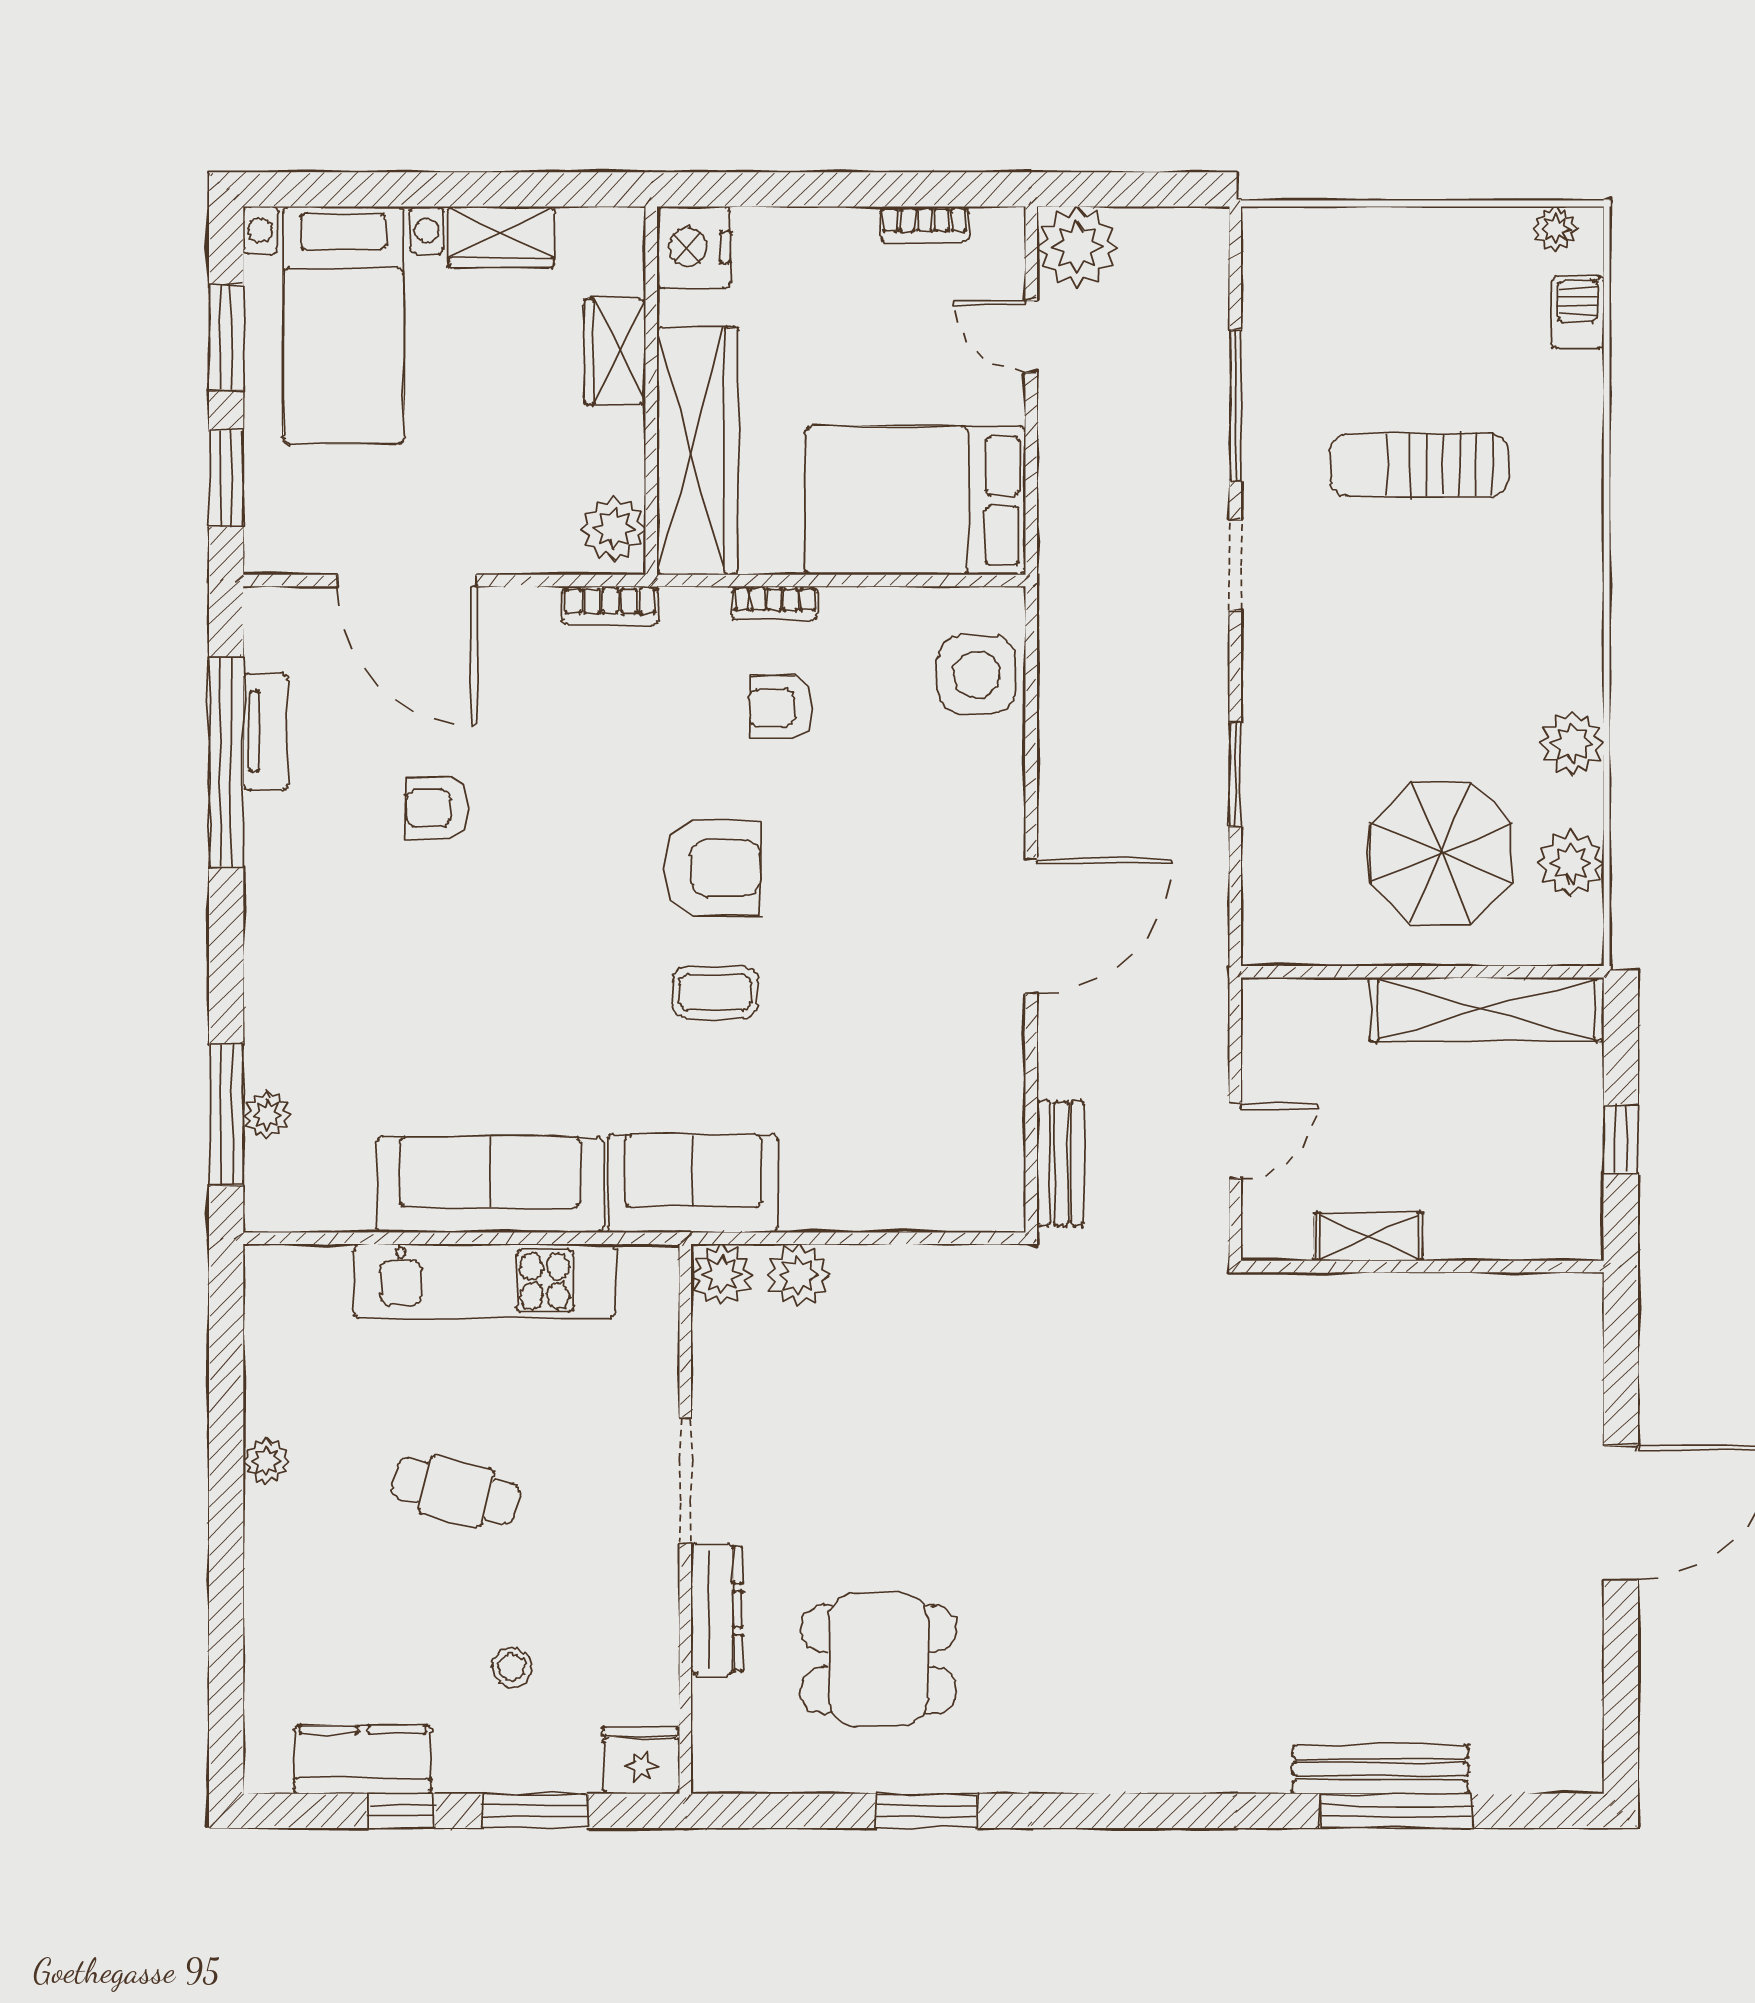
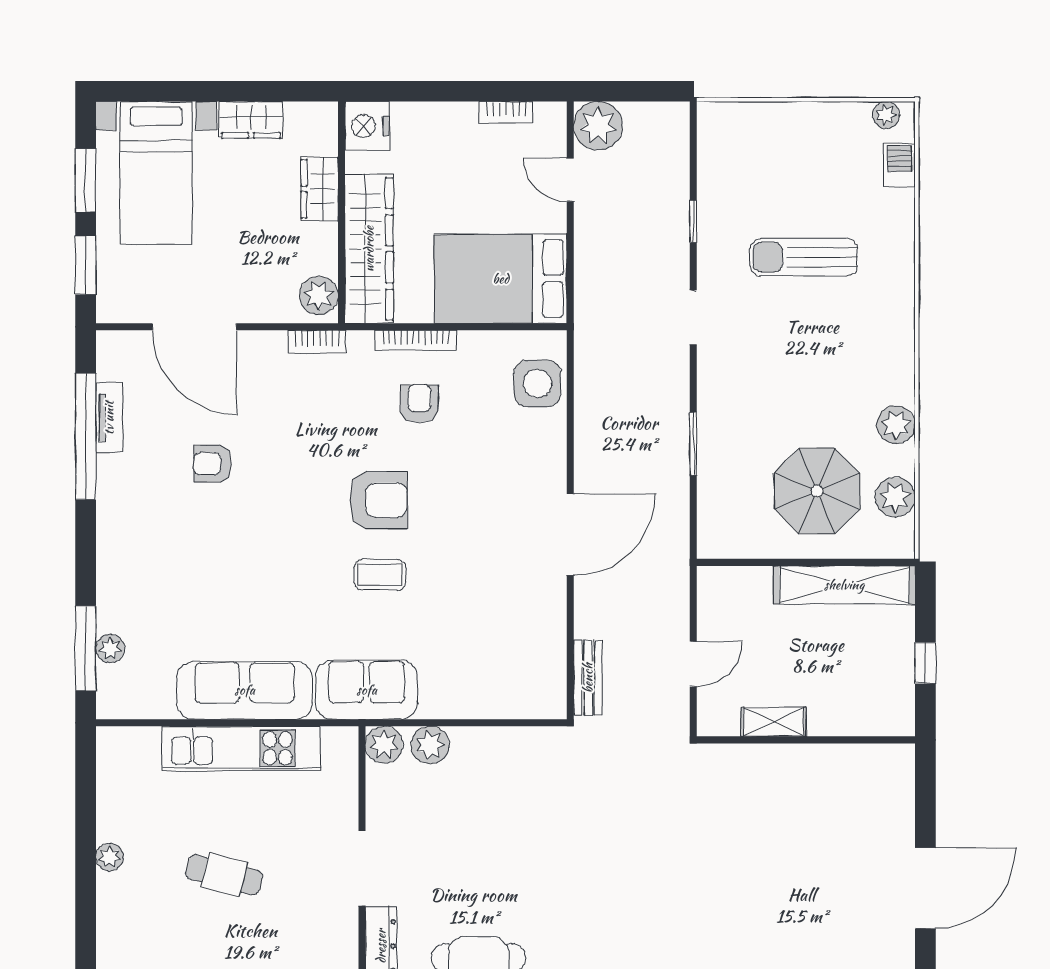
window: (1235, 405) -> (693, 221), width x0.46
bookcase: (775, 603) -> (416, 341), width x1.56
armchair: (781, 708) -> (419, 403), turned 90

